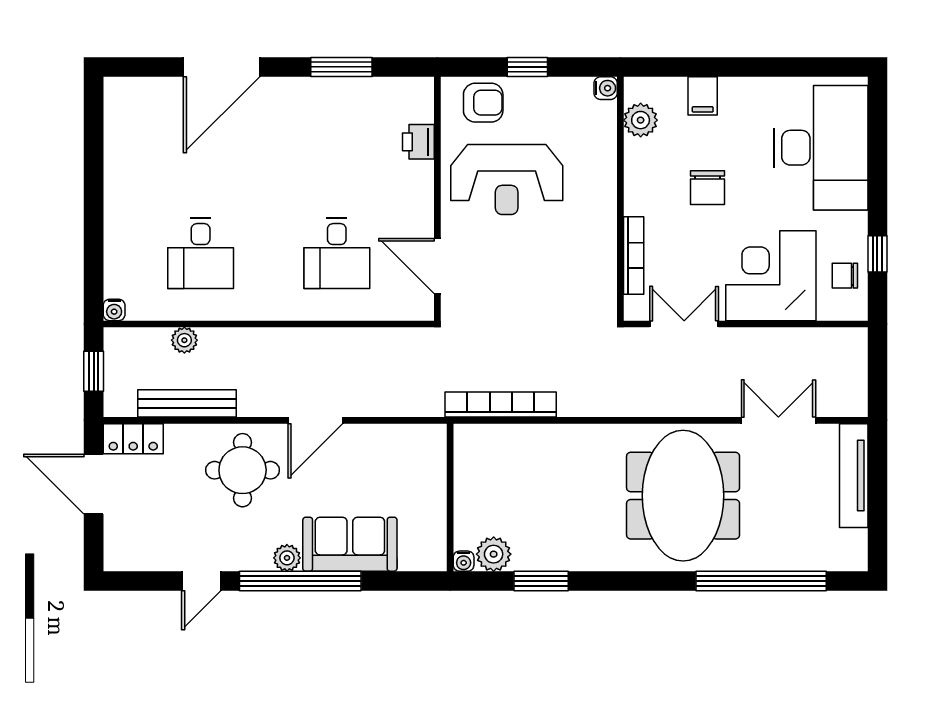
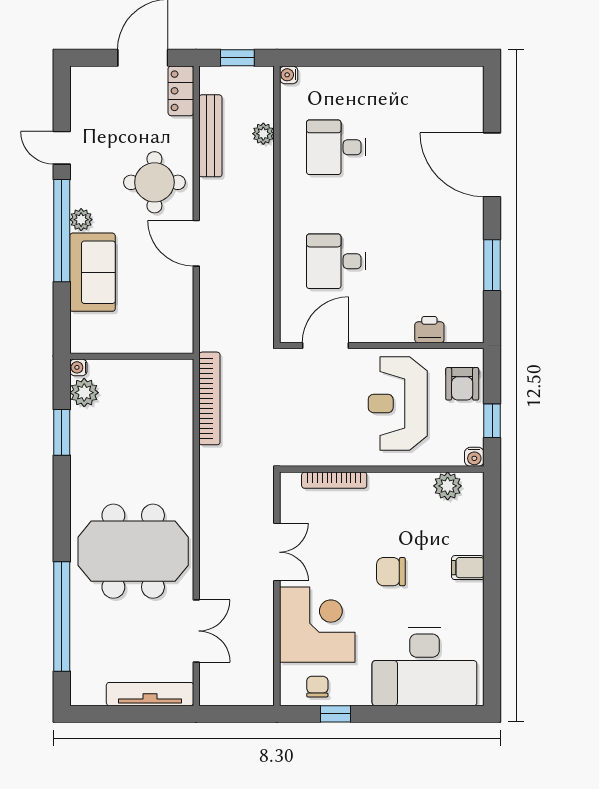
water cooler: (606, 88) -> (474, 457), moved
plant: (641, 120) -> (448, 486), moved
wall: (620, 199) -> (382, 469), moved
bookcase: (634, 255) -> (334, 480), moved

